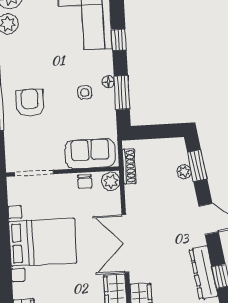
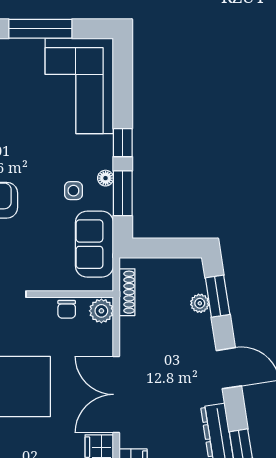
window: (119, 40) -> (123, 143), moved
sofa: (90, 154) -> (94, 244), moved, turned -90

